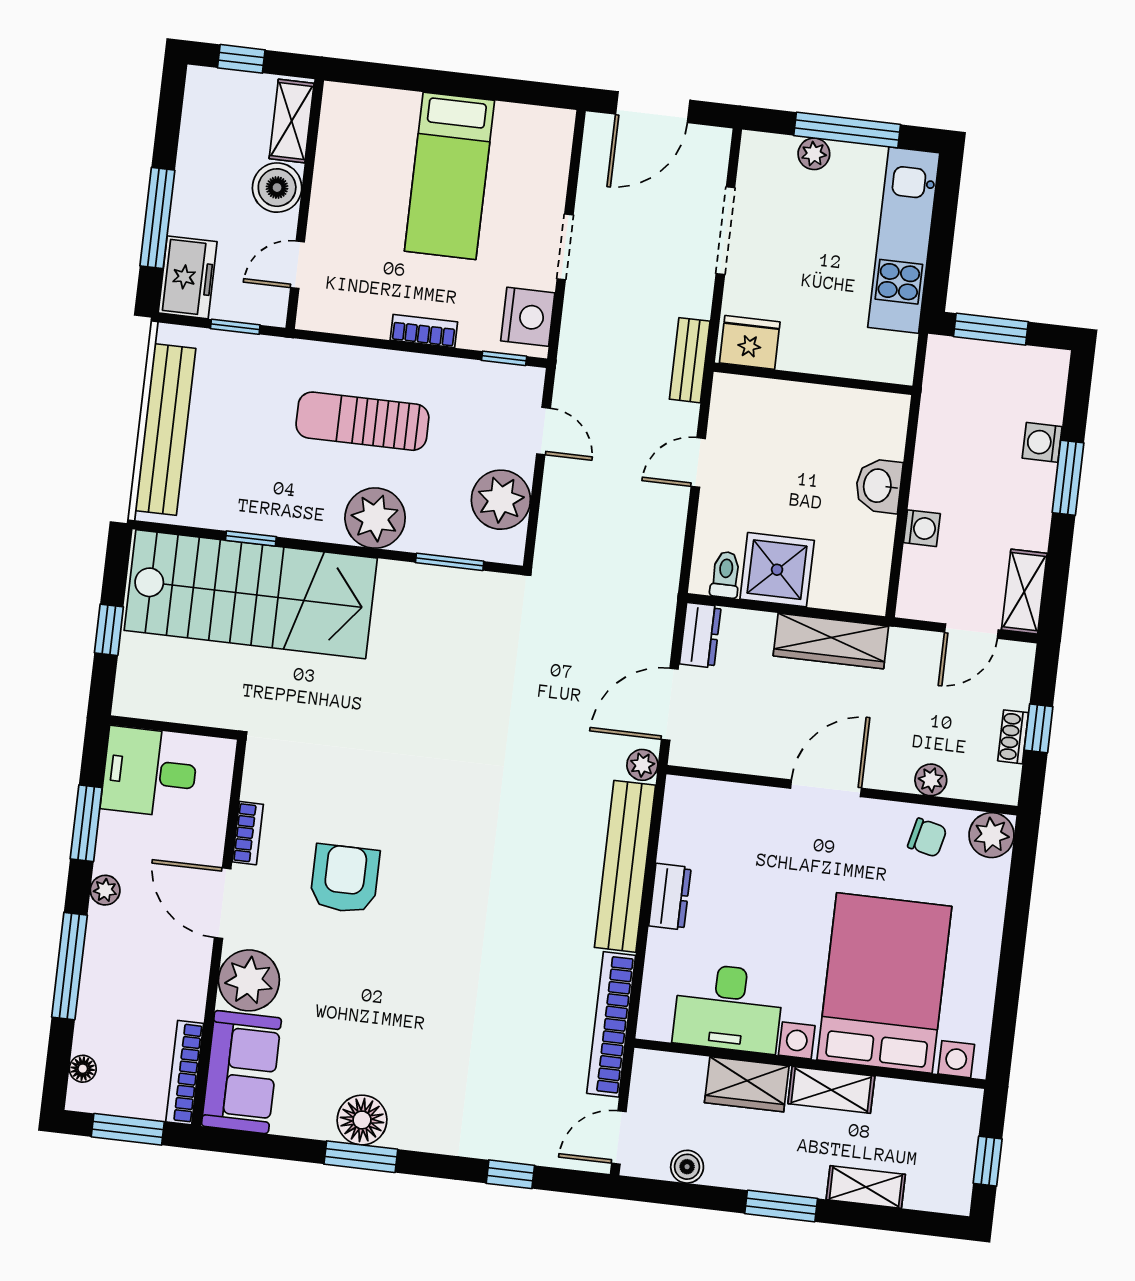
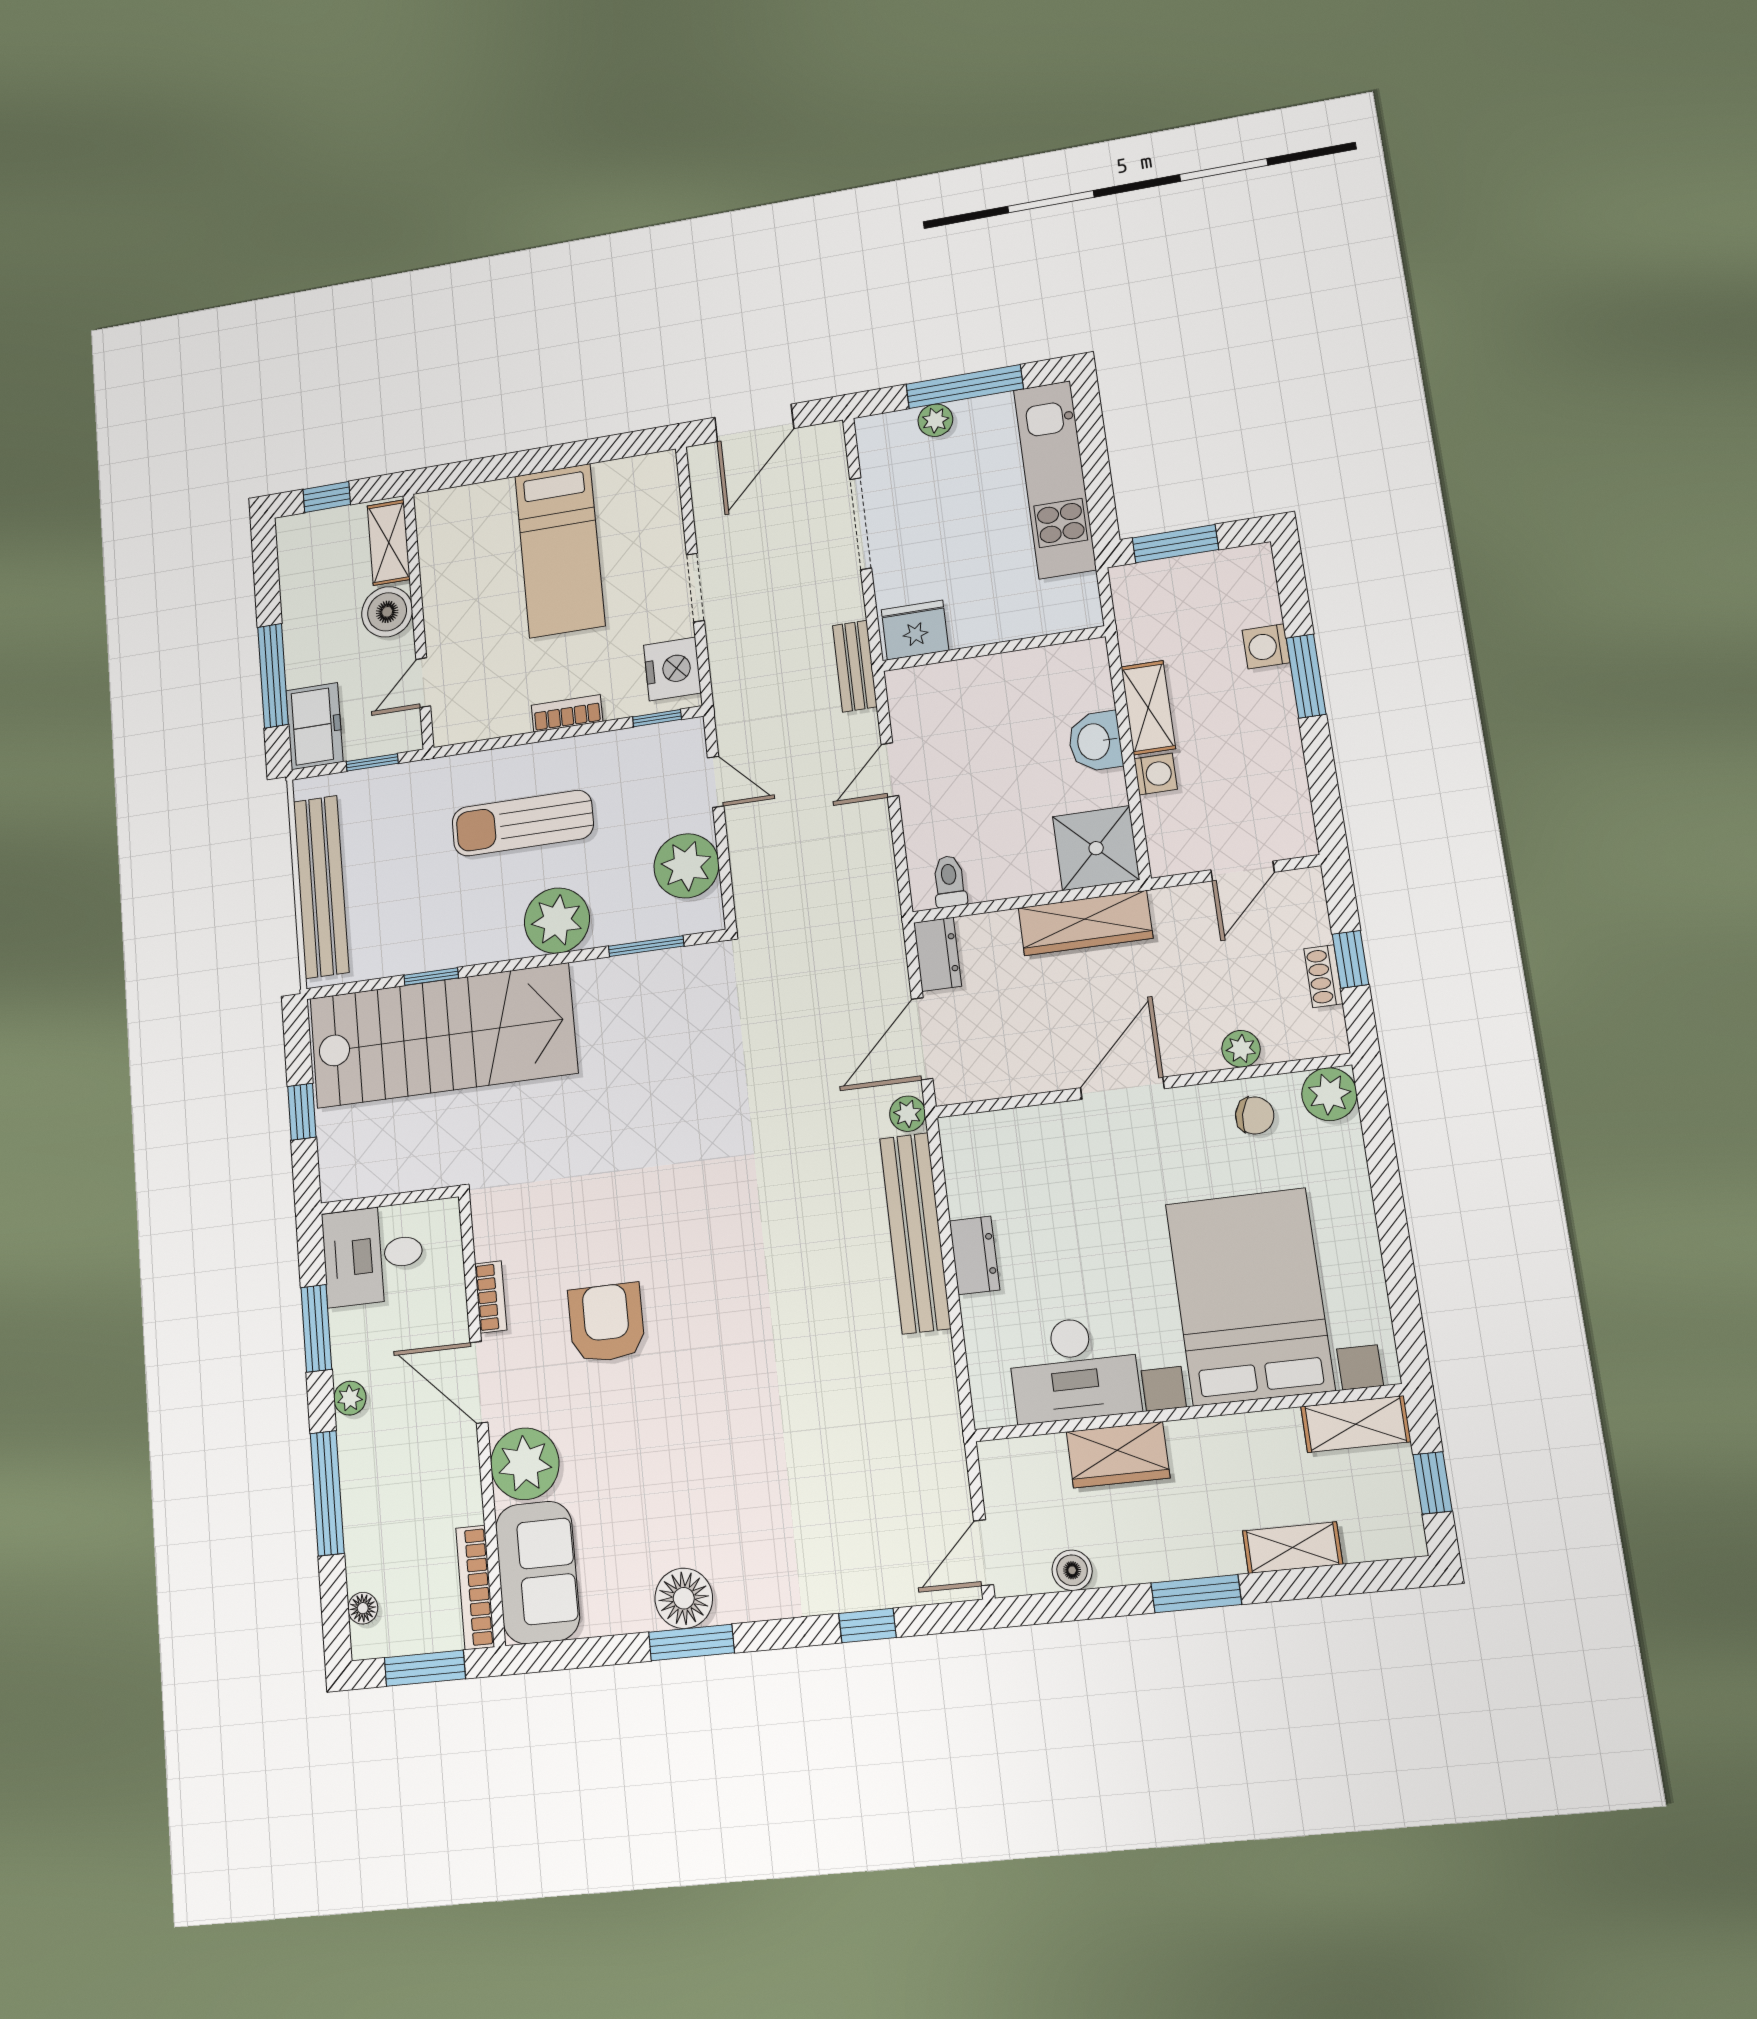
shower: (777, 570) -> (1096, 848), moved
shelving: (1024, 592) -> (1148, 708), moved
bookcase: (611, 1024) -> (943, 1420), removed
shelving: (831, 1090) -> (1356, 1424), moved

